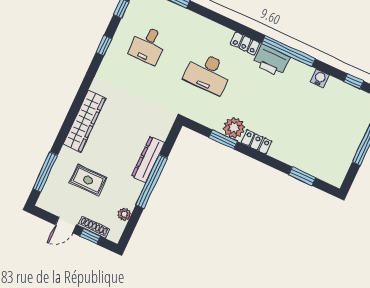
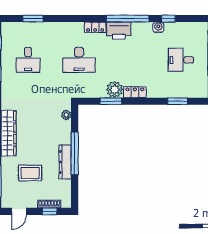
window: (354, 81) -> (168, 19), moved
desk: (329, 129) -> (181, 60), added
dresser: (148, 159) -> (65, 162), moved
plant: (124, 214) -> (66, 115), moved
door: (66, 225) -> (19, 211), moved

